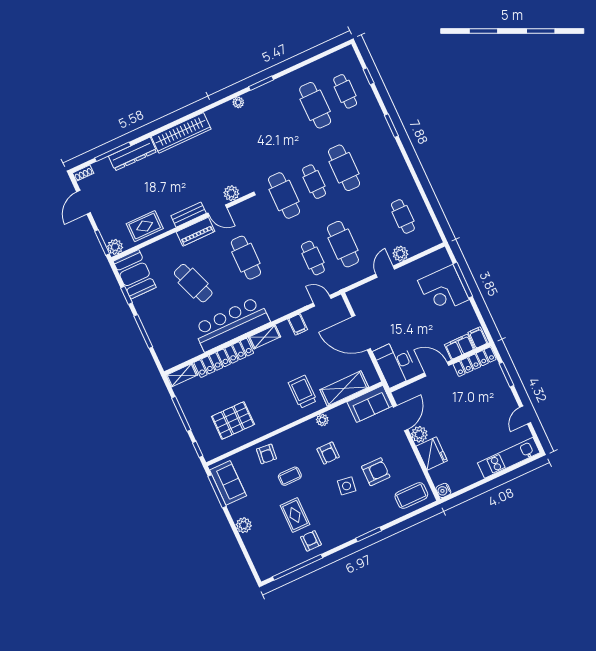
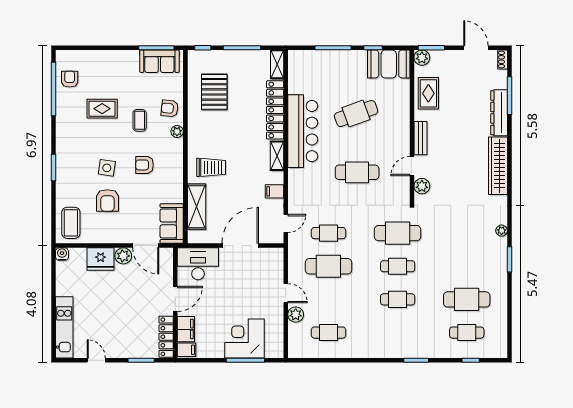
cafe table: (344, 168) -> (398, 299), width x0.73, depth x0.74
piano: (196, 232) -> (402, 137), removed
plant: (322, 420) -> (177, 132), moved
plant: (244, 525) -> (114, 58), removed
armchair: (311, 541) -> (70, 79), moved, turned -90

